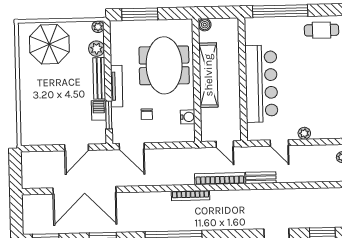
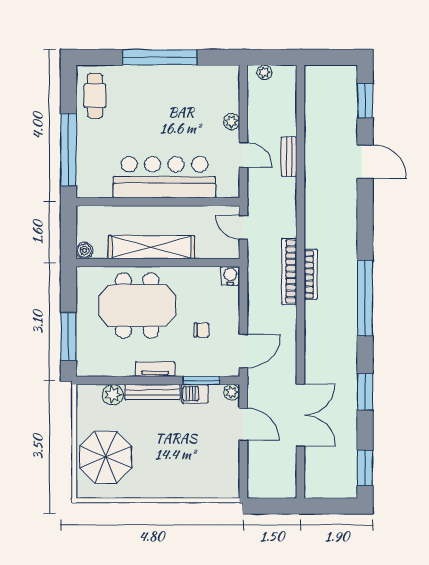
plant: (98, 27) -> (232, 392), moved
tv unit: (117, 86) -> (155, 369), width x0.71
water cooler: (188, 117) -> (230, 276), moved
door: (279, 143) -> (243, 155), hinge flipped
door: (225, 144) -> (243, 227), swing flipped
bench: (261, 178) -> (289, 157), moved
bookcase: (220, 179) -> (289, 271), moved
double door: (84, 190) -> (300, 415), width x0.73

